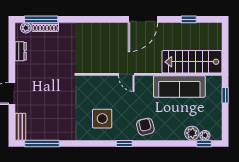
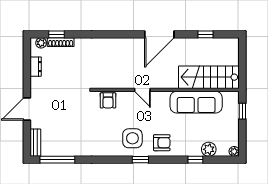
window: (41, 19) -> (57, 34), width x0.46
armchair: (92, 85) -> (108, 100), added
side table: (102, 119) -> (132, 138), moved
armchair: (145, 127) -> (162, 143), turned 104
plant: (205, 135) -> (234, 151), moved
window: (204, 143) -> (195, 160), moved

